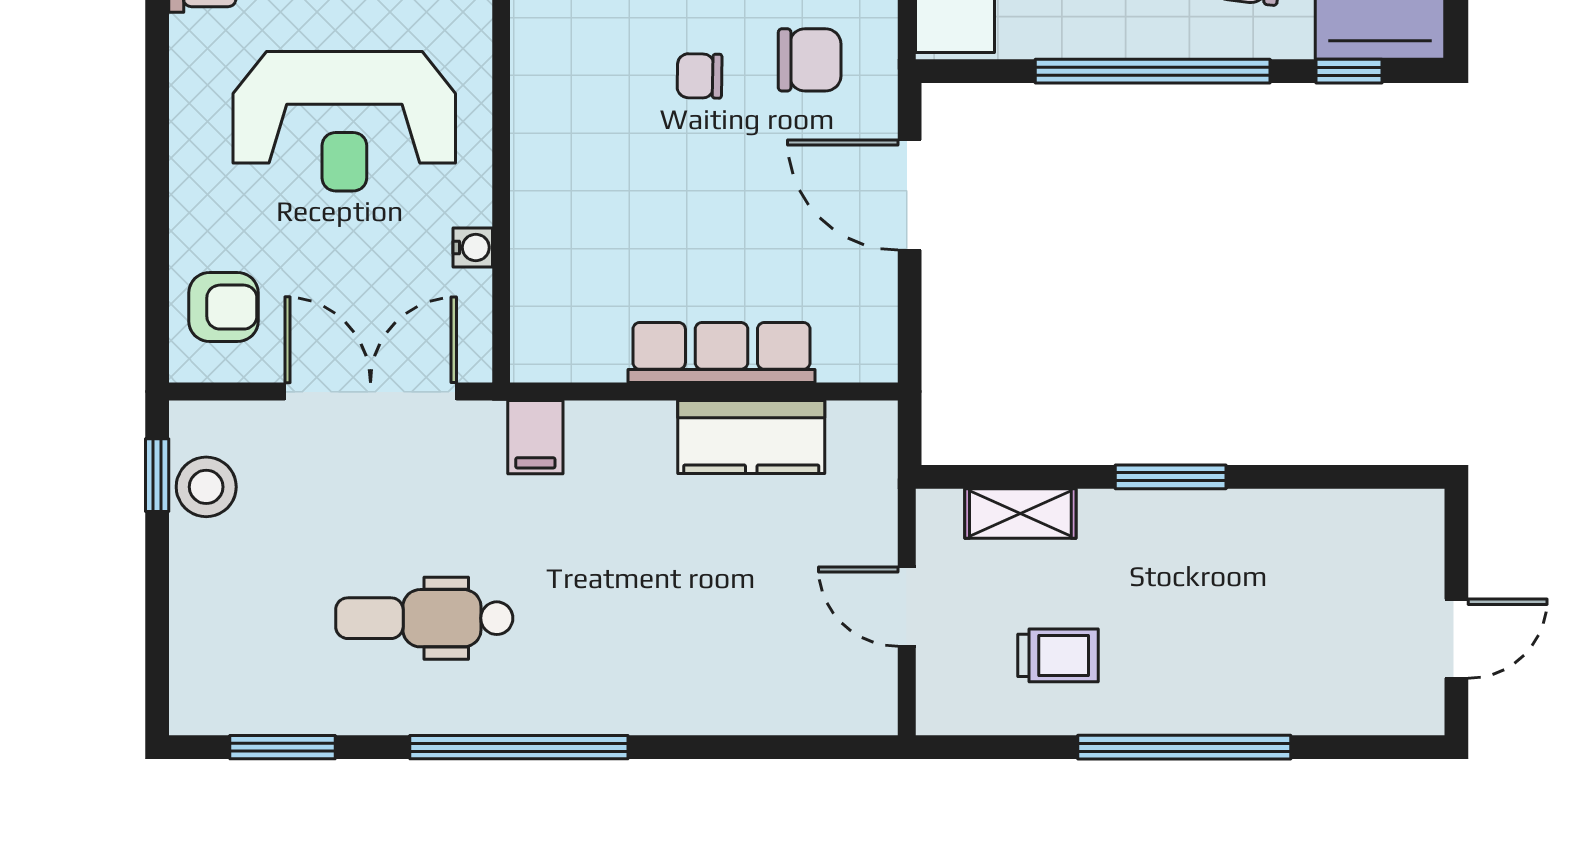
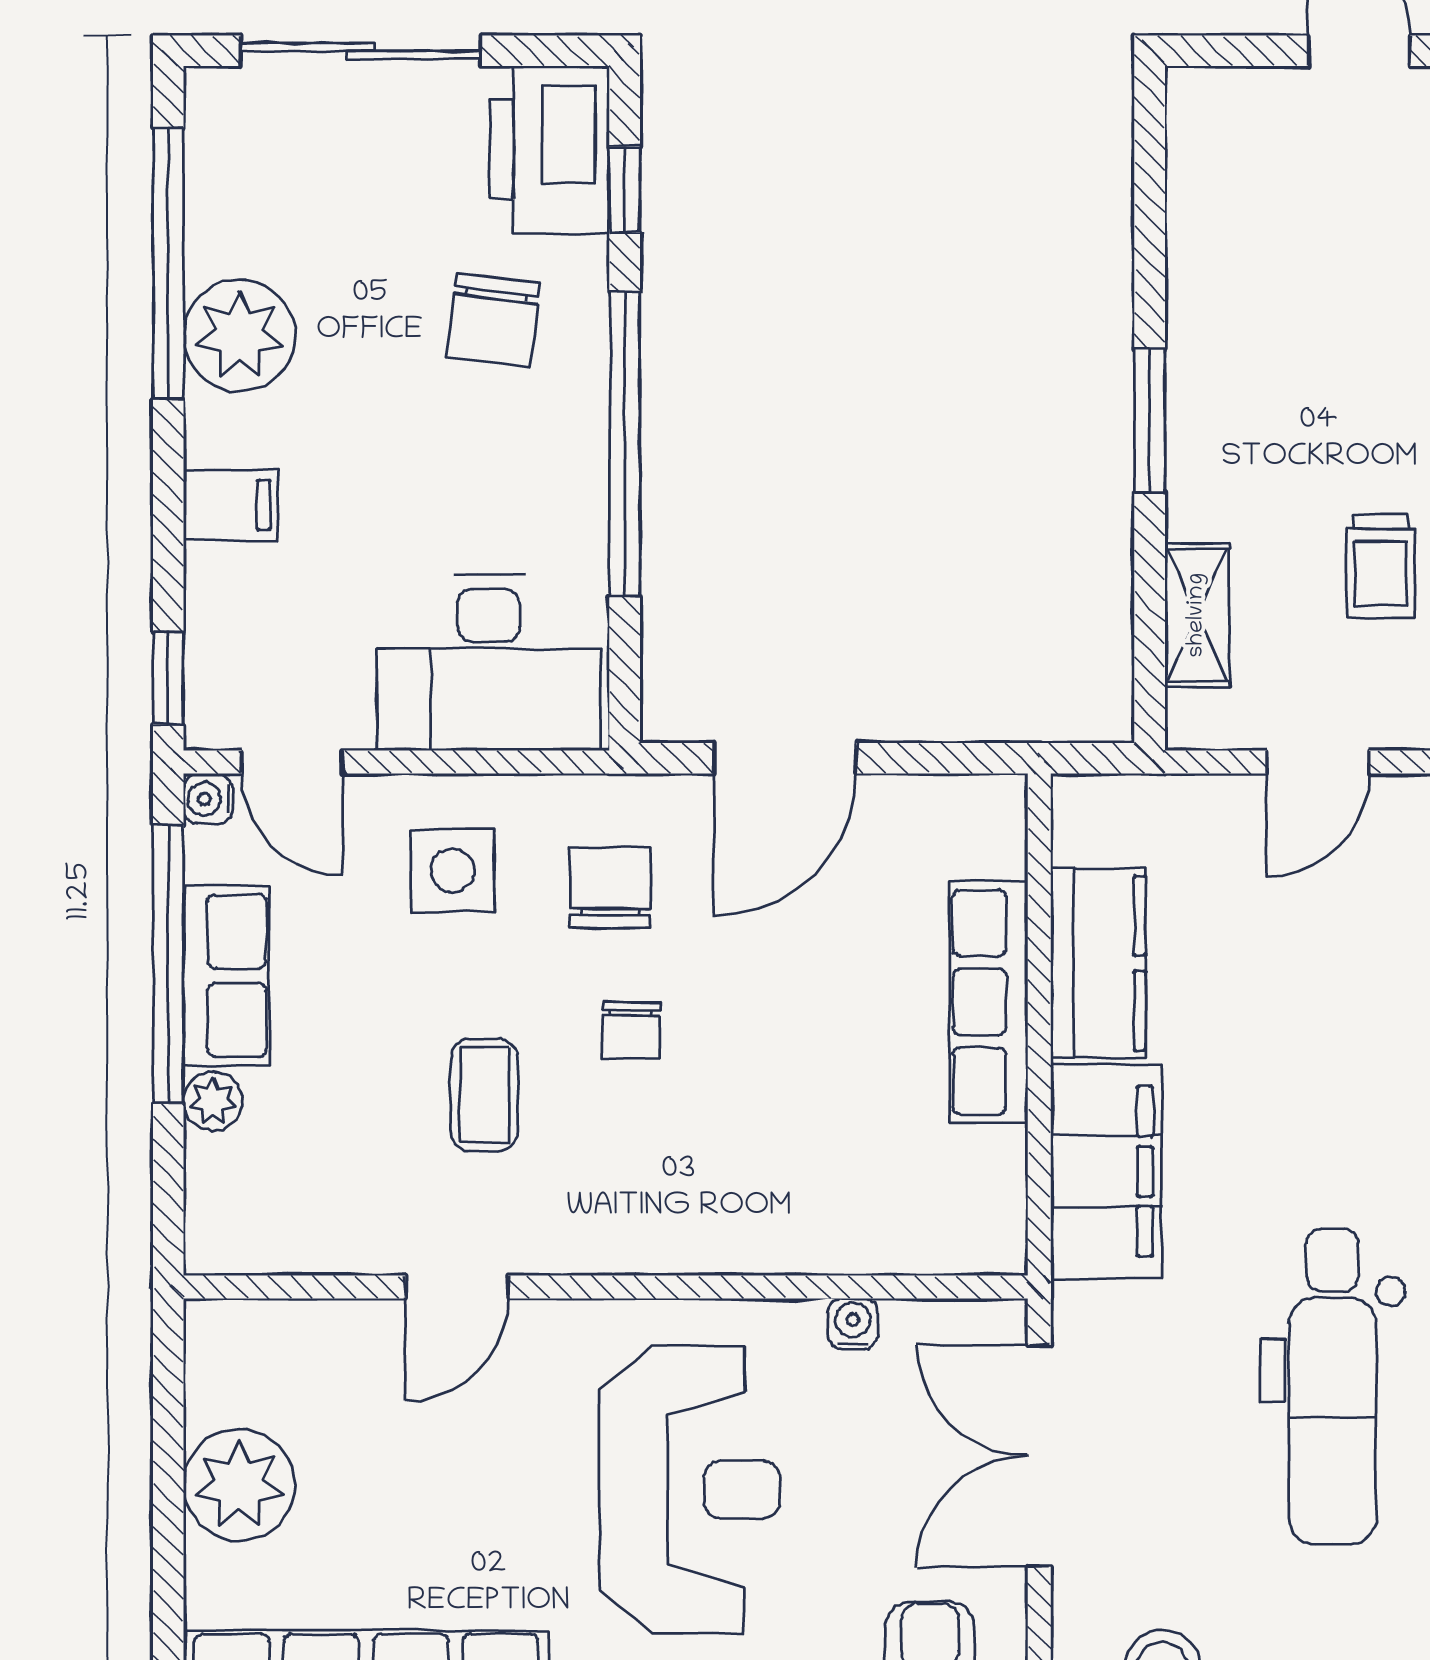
filing cabinet: (535, 437) -> (1106, 1171), width x3.00, depth x1.17
dental chair: (424, 618) -> (1333, 1386), width x1.36, depth x1.38
trolley: (1058, 655) -> (1381, 566), turned 180

